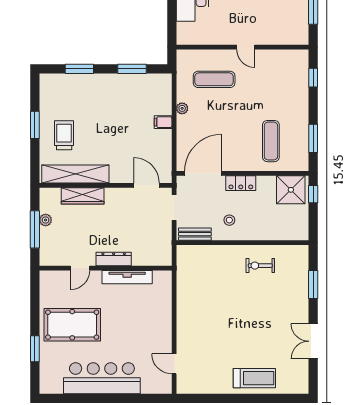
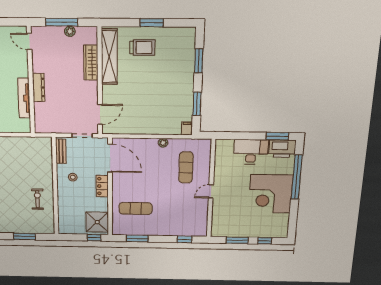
filing cabinet: (163, 122) -> (187, 128), moved
door: (80, 268) -> (29, 42), moved

